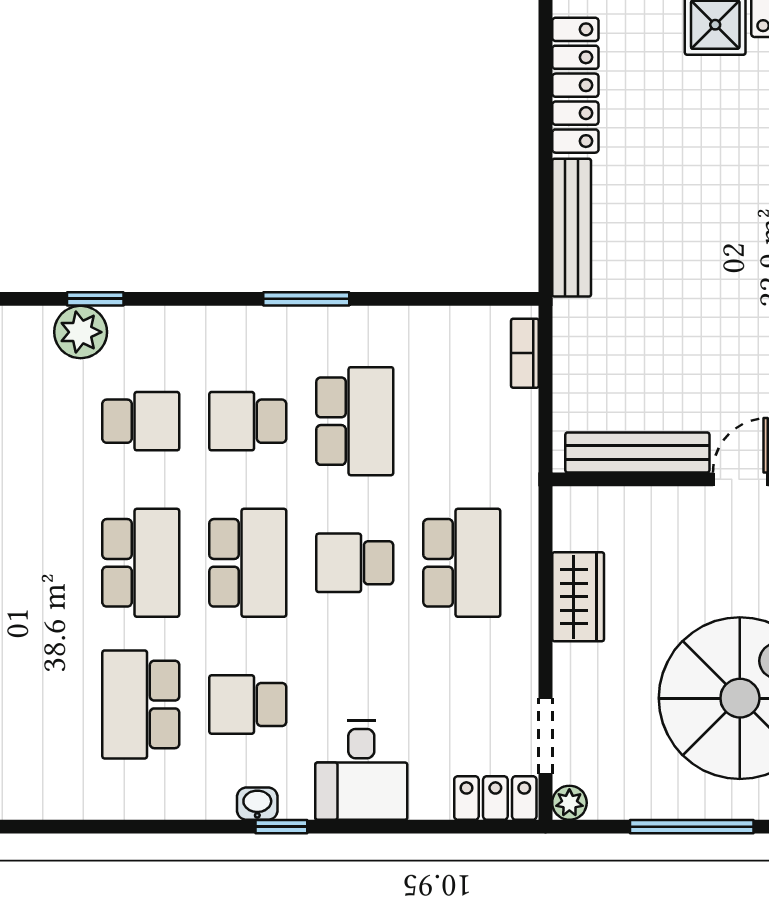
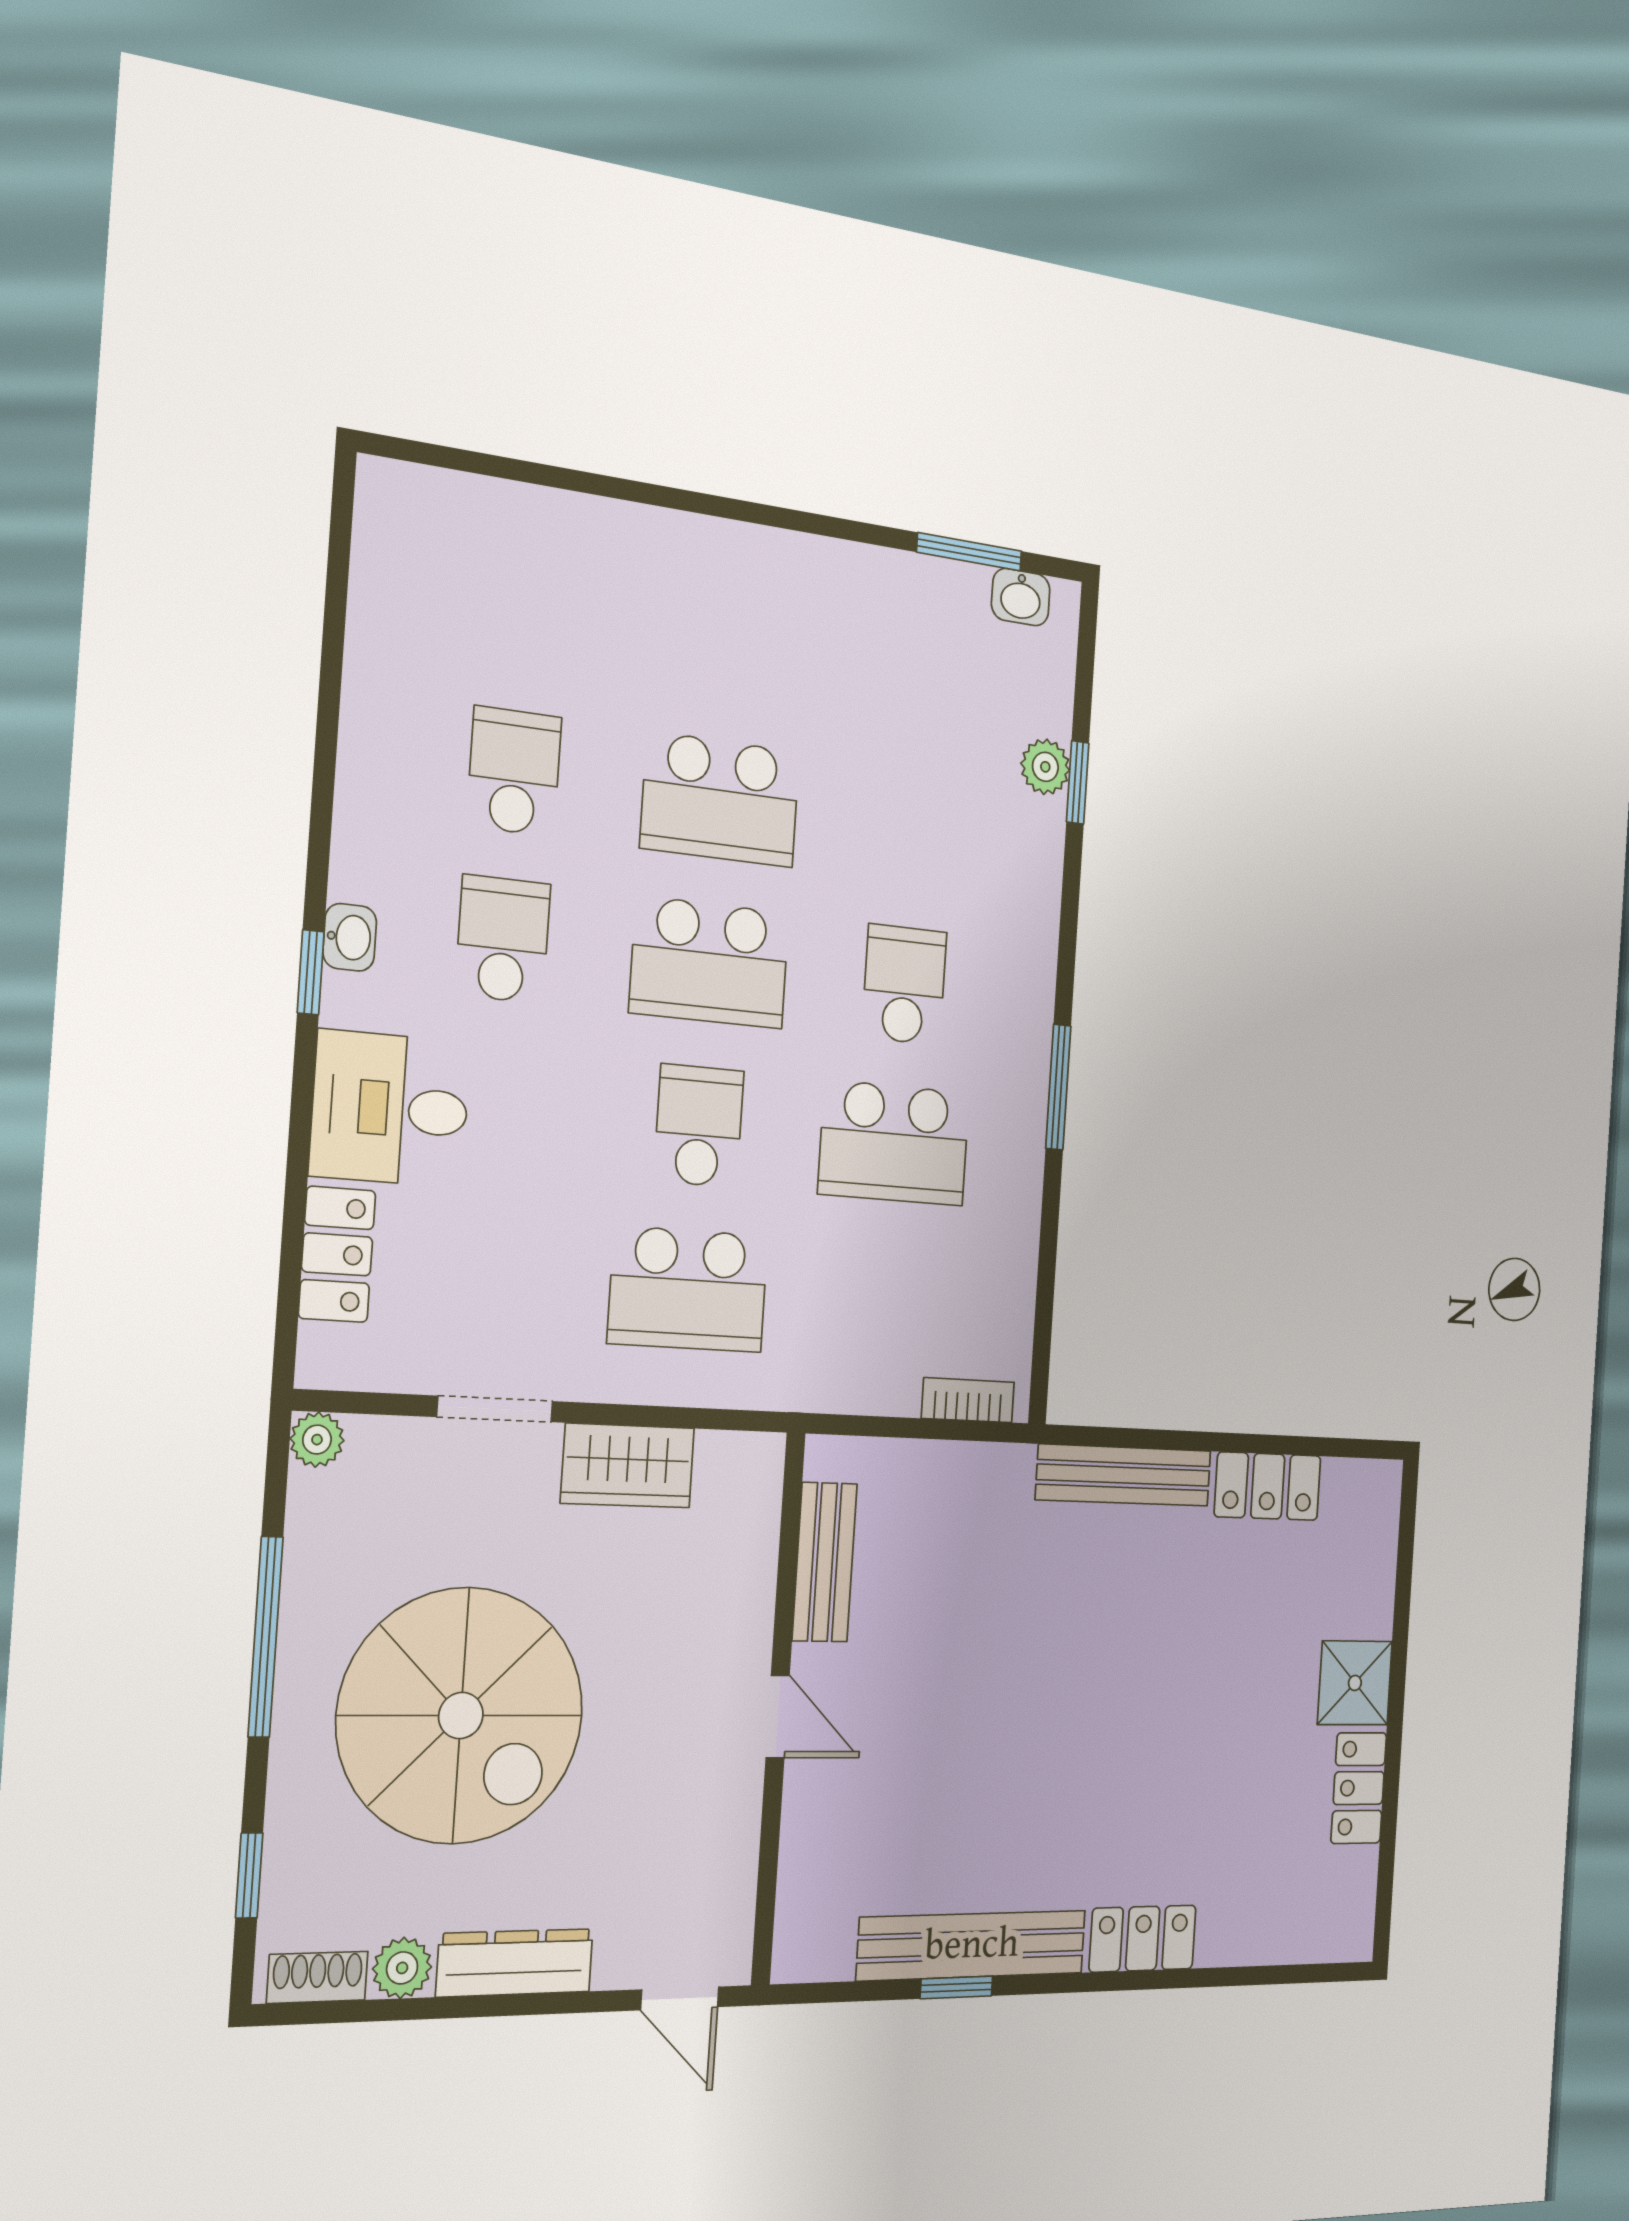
locker: (575, 85) -> (1268, 1486), width x0.66
plant: (81, 332) -> (1045, 767), width x0.73, depth x0.73
school desk: (141, 421) -> (915, 826), removed
bench: (637, 452) -> (825, 1562), width x0.73
school desk: (141, 704) -> (514, 771), width x0.54
doorway: (545, 736) -> (495, 1409), moved
locker: (495, 798) -> (337, 1254), moved

